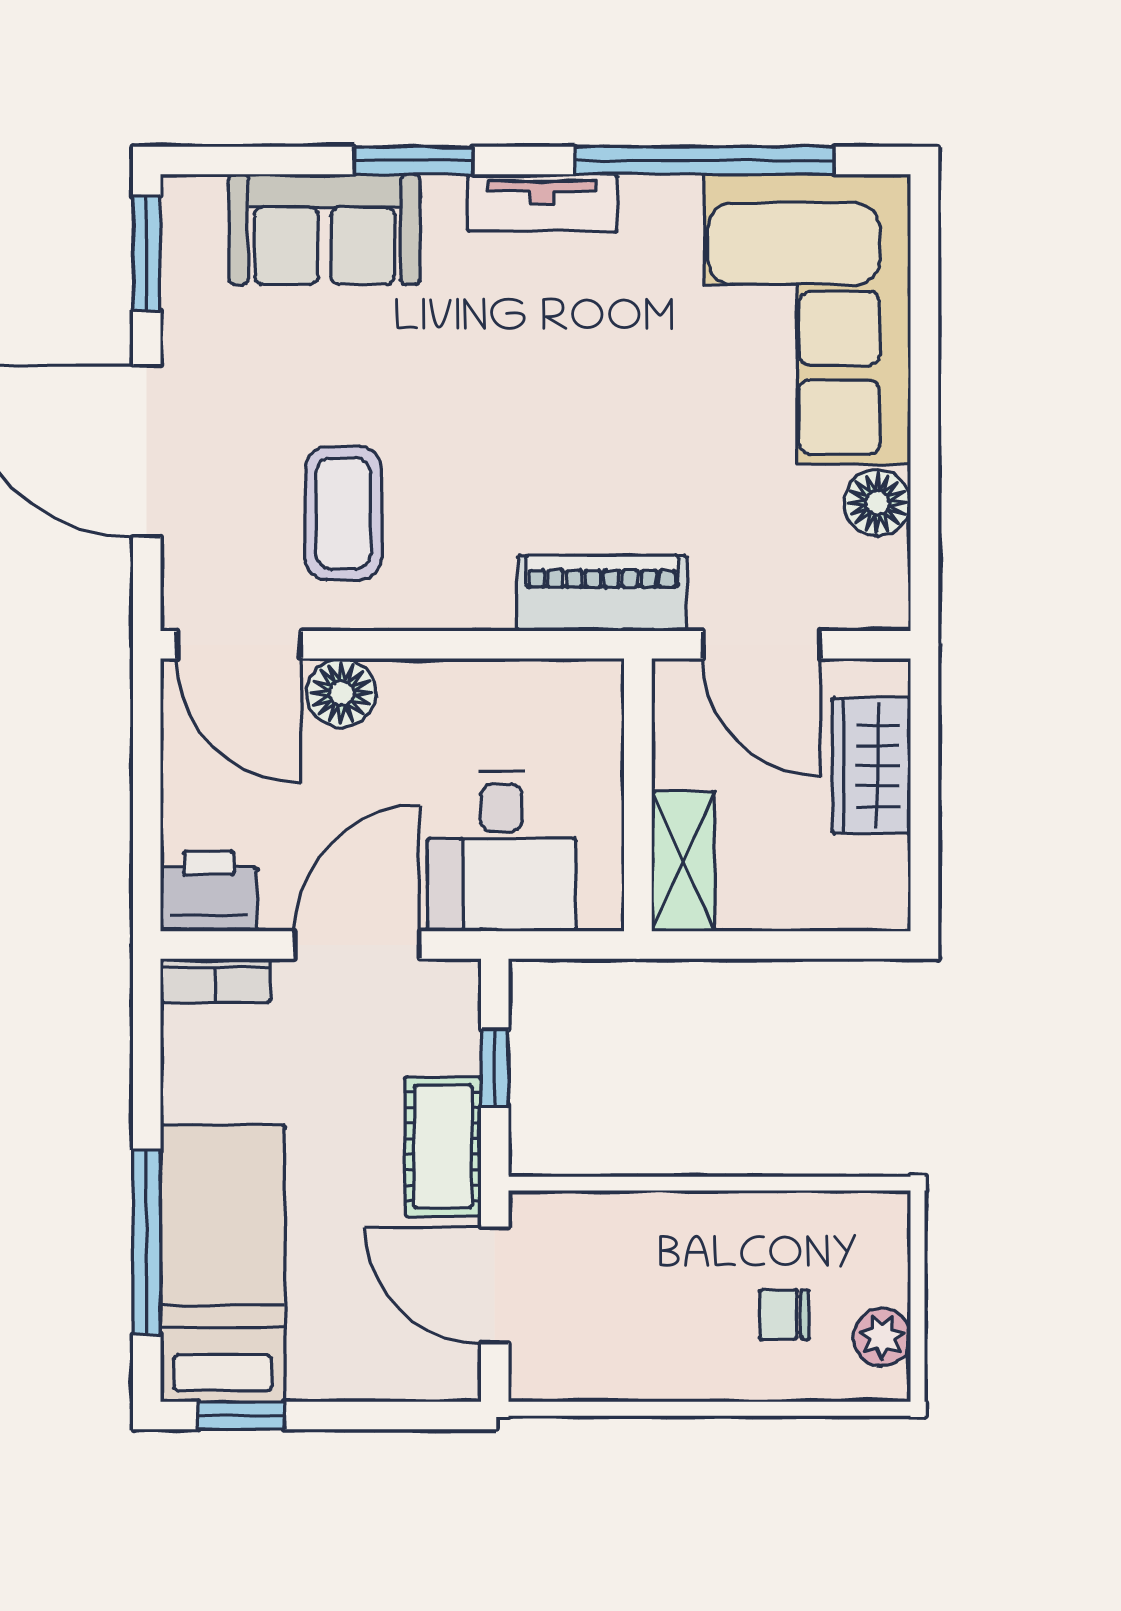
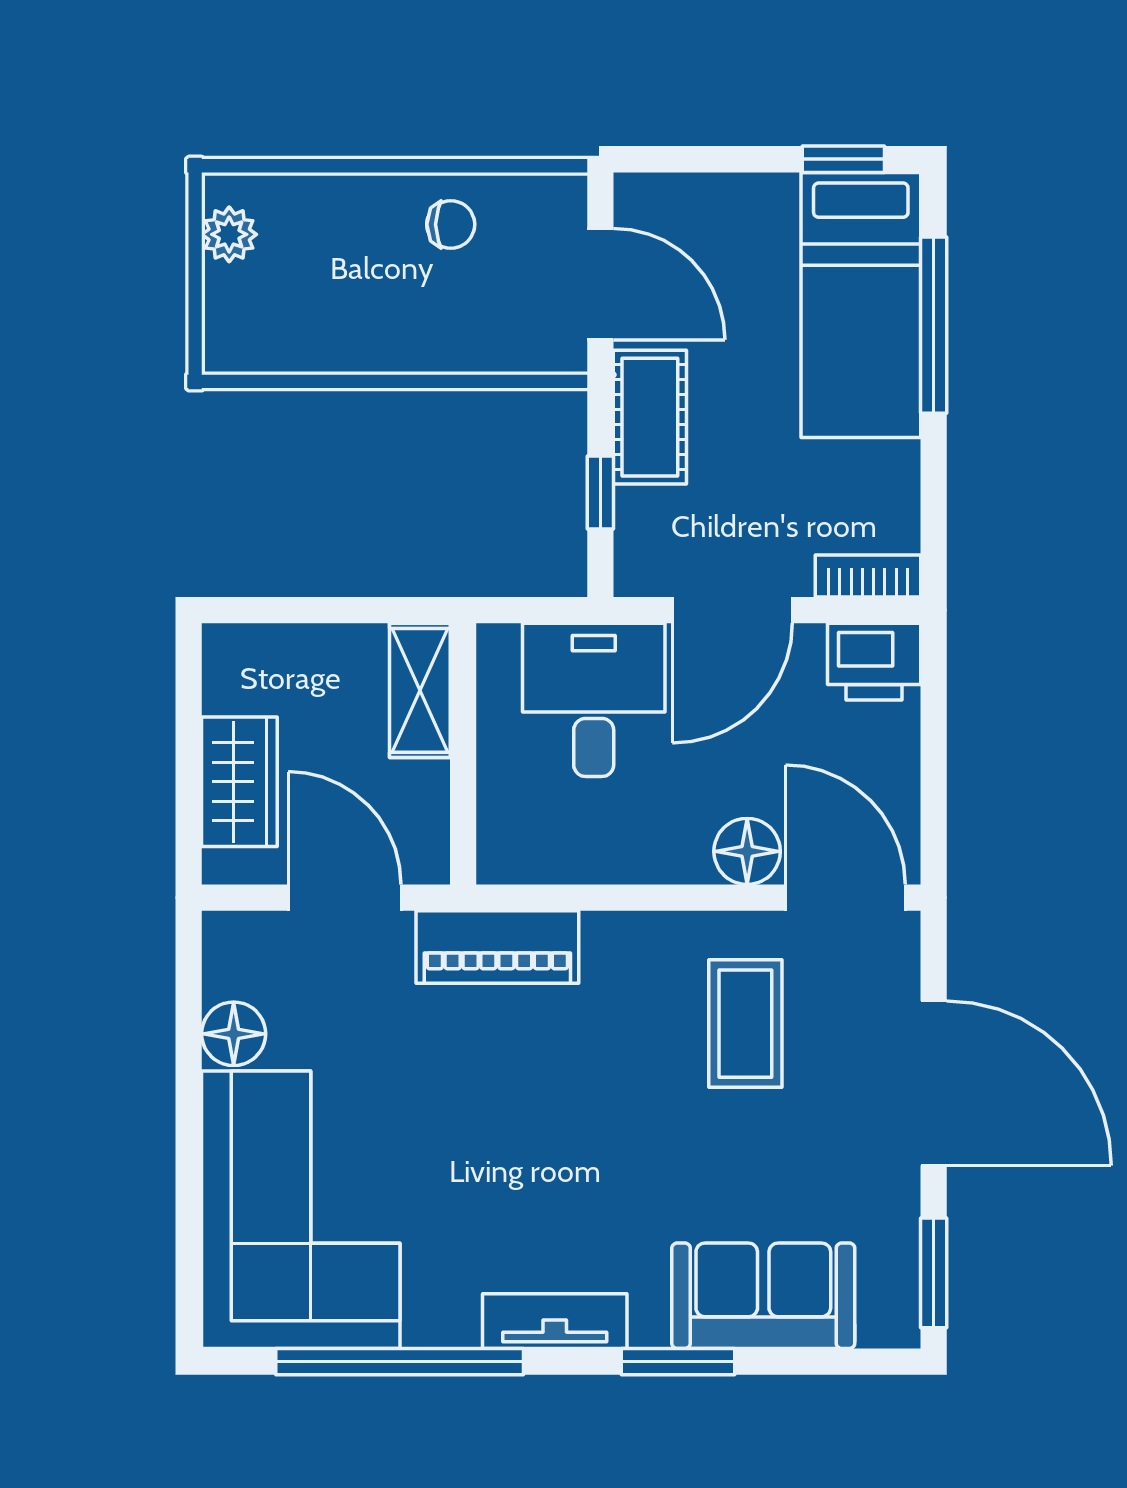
chair: (784, 1315) -> (451, 224), moved

